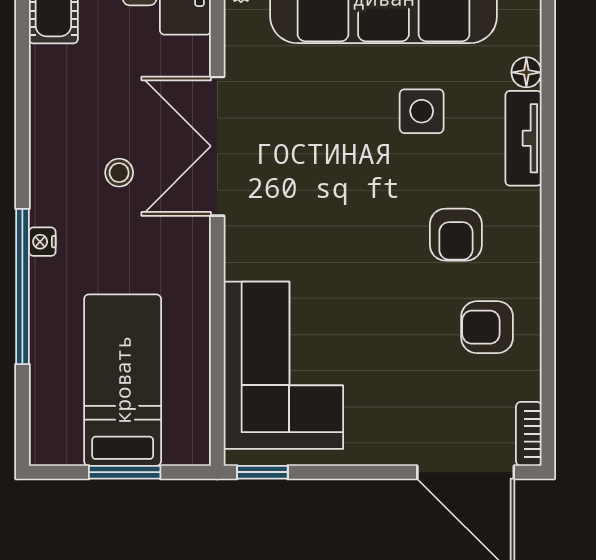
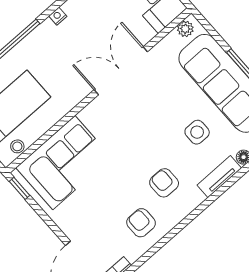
stool: (119, 173) -> (17, 146), moved
armchair: (456, 235) -> (164, 183), turned 90
nightstand: (42, 242) -> (58, 16), moved

